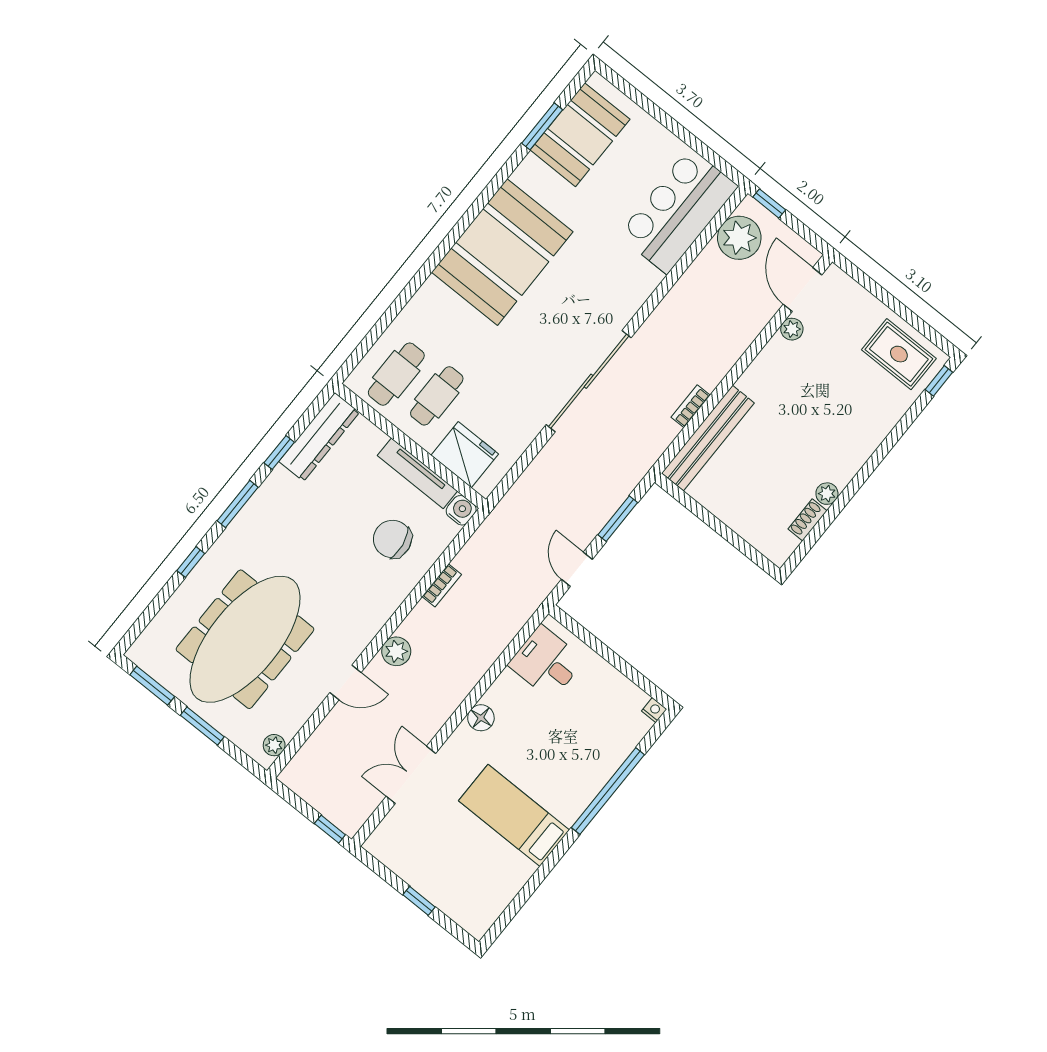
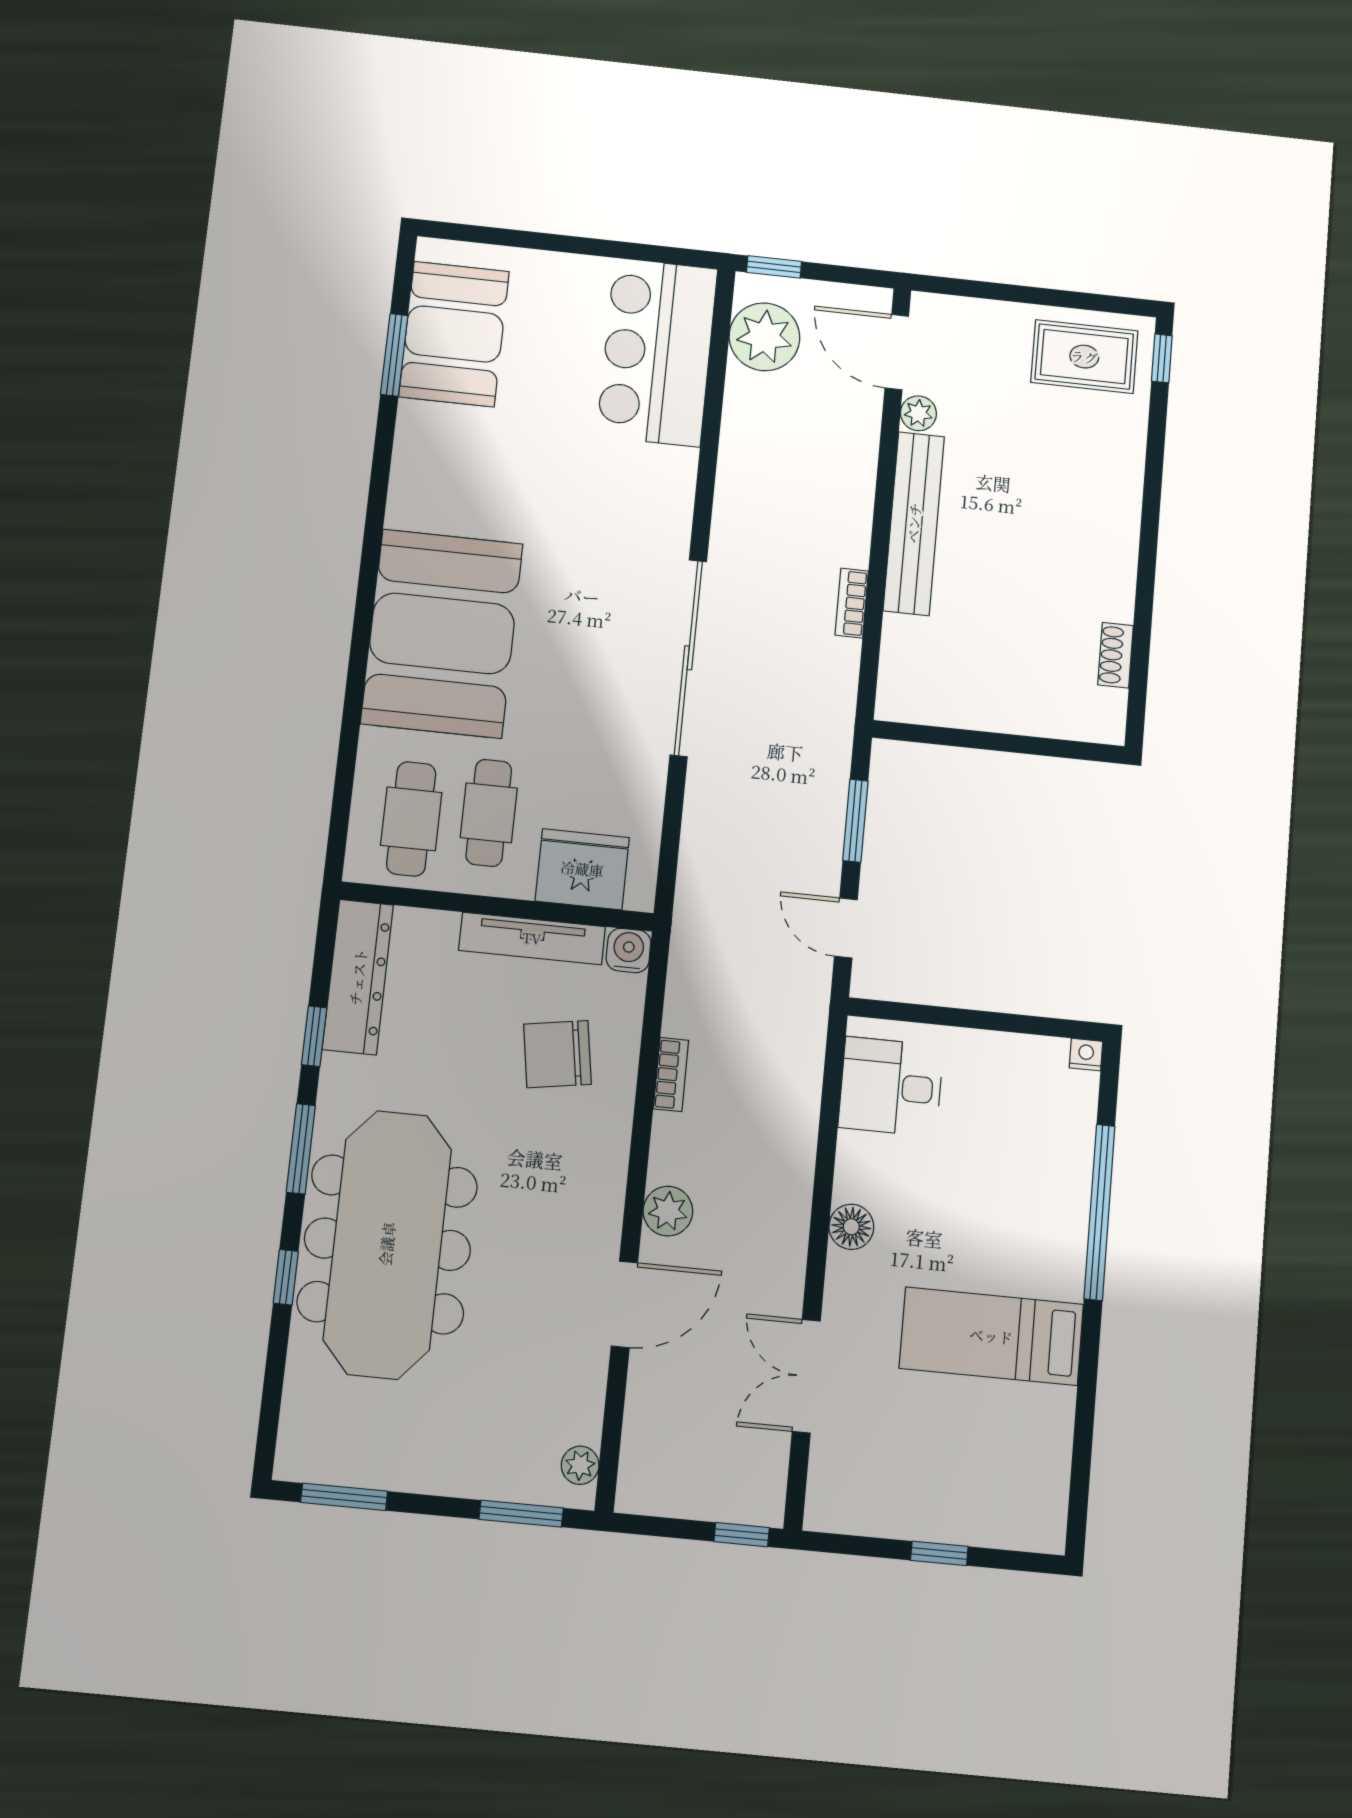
booth: (502, 252) -> (442, 633), moved
bench: (708, 438) -> (914, 523), moved
plant: (827, 494) -> (1117, 603), removed
meeting table: (245, 639) -> (387, 1244), moved
door: (346, 682) -> (624, 1304), width x1.37
window: (202, 726) -> (521, 1514), moved

